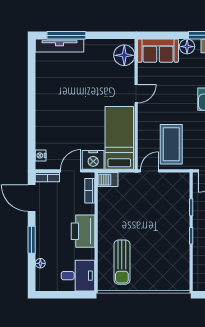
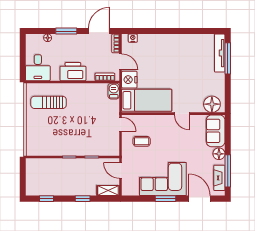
coffee table: (171, 144) -> (142, 141), width x0.54, depth x0.58

